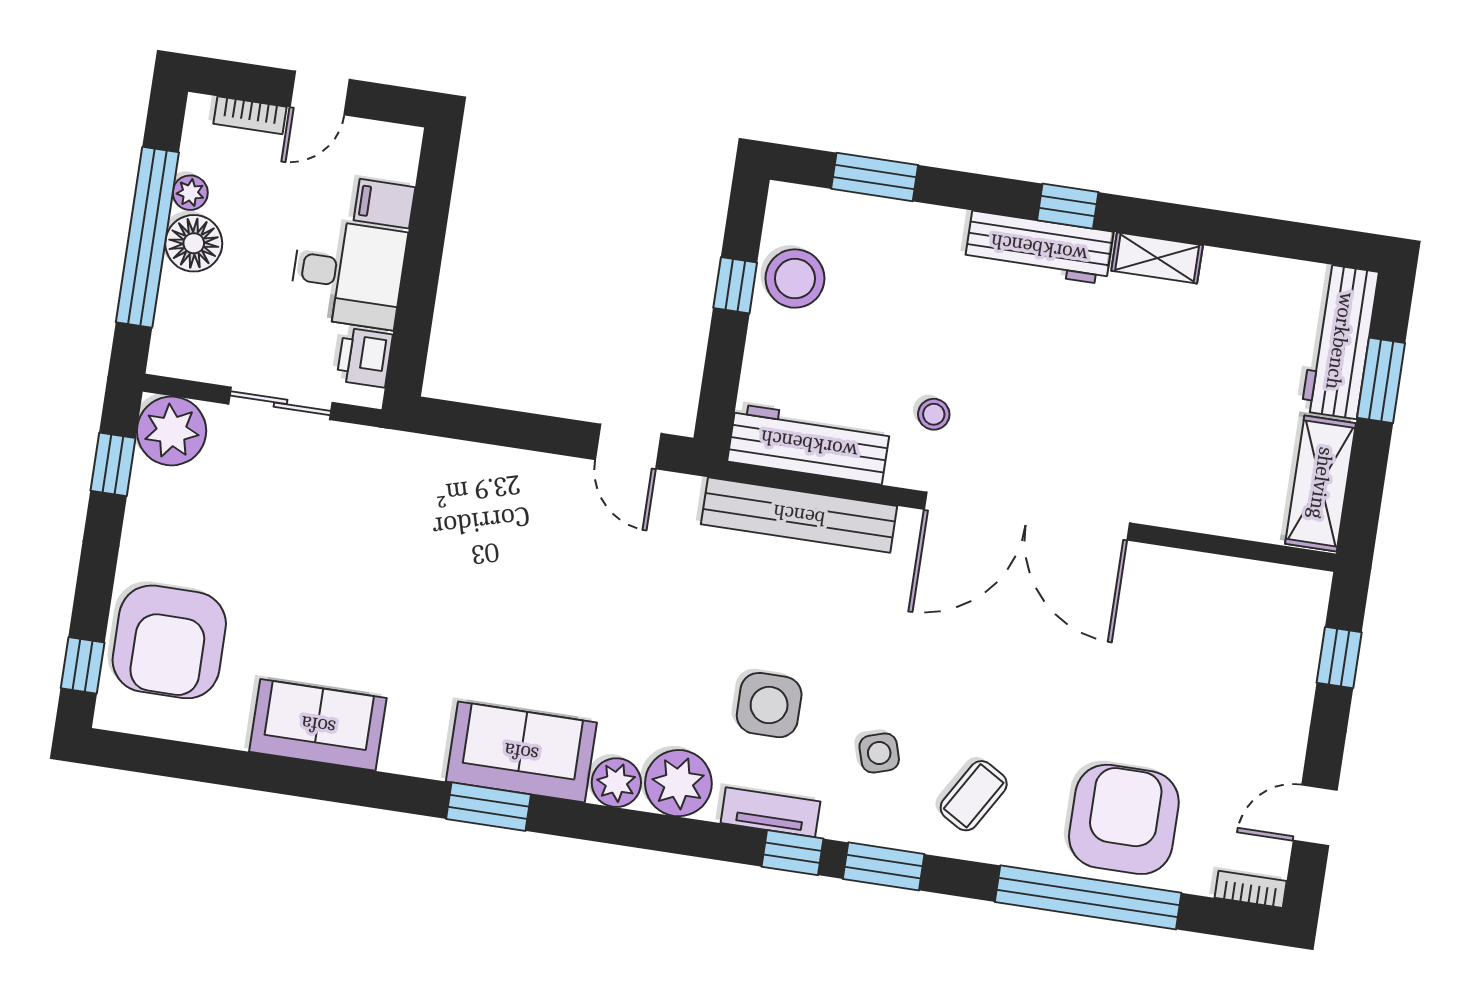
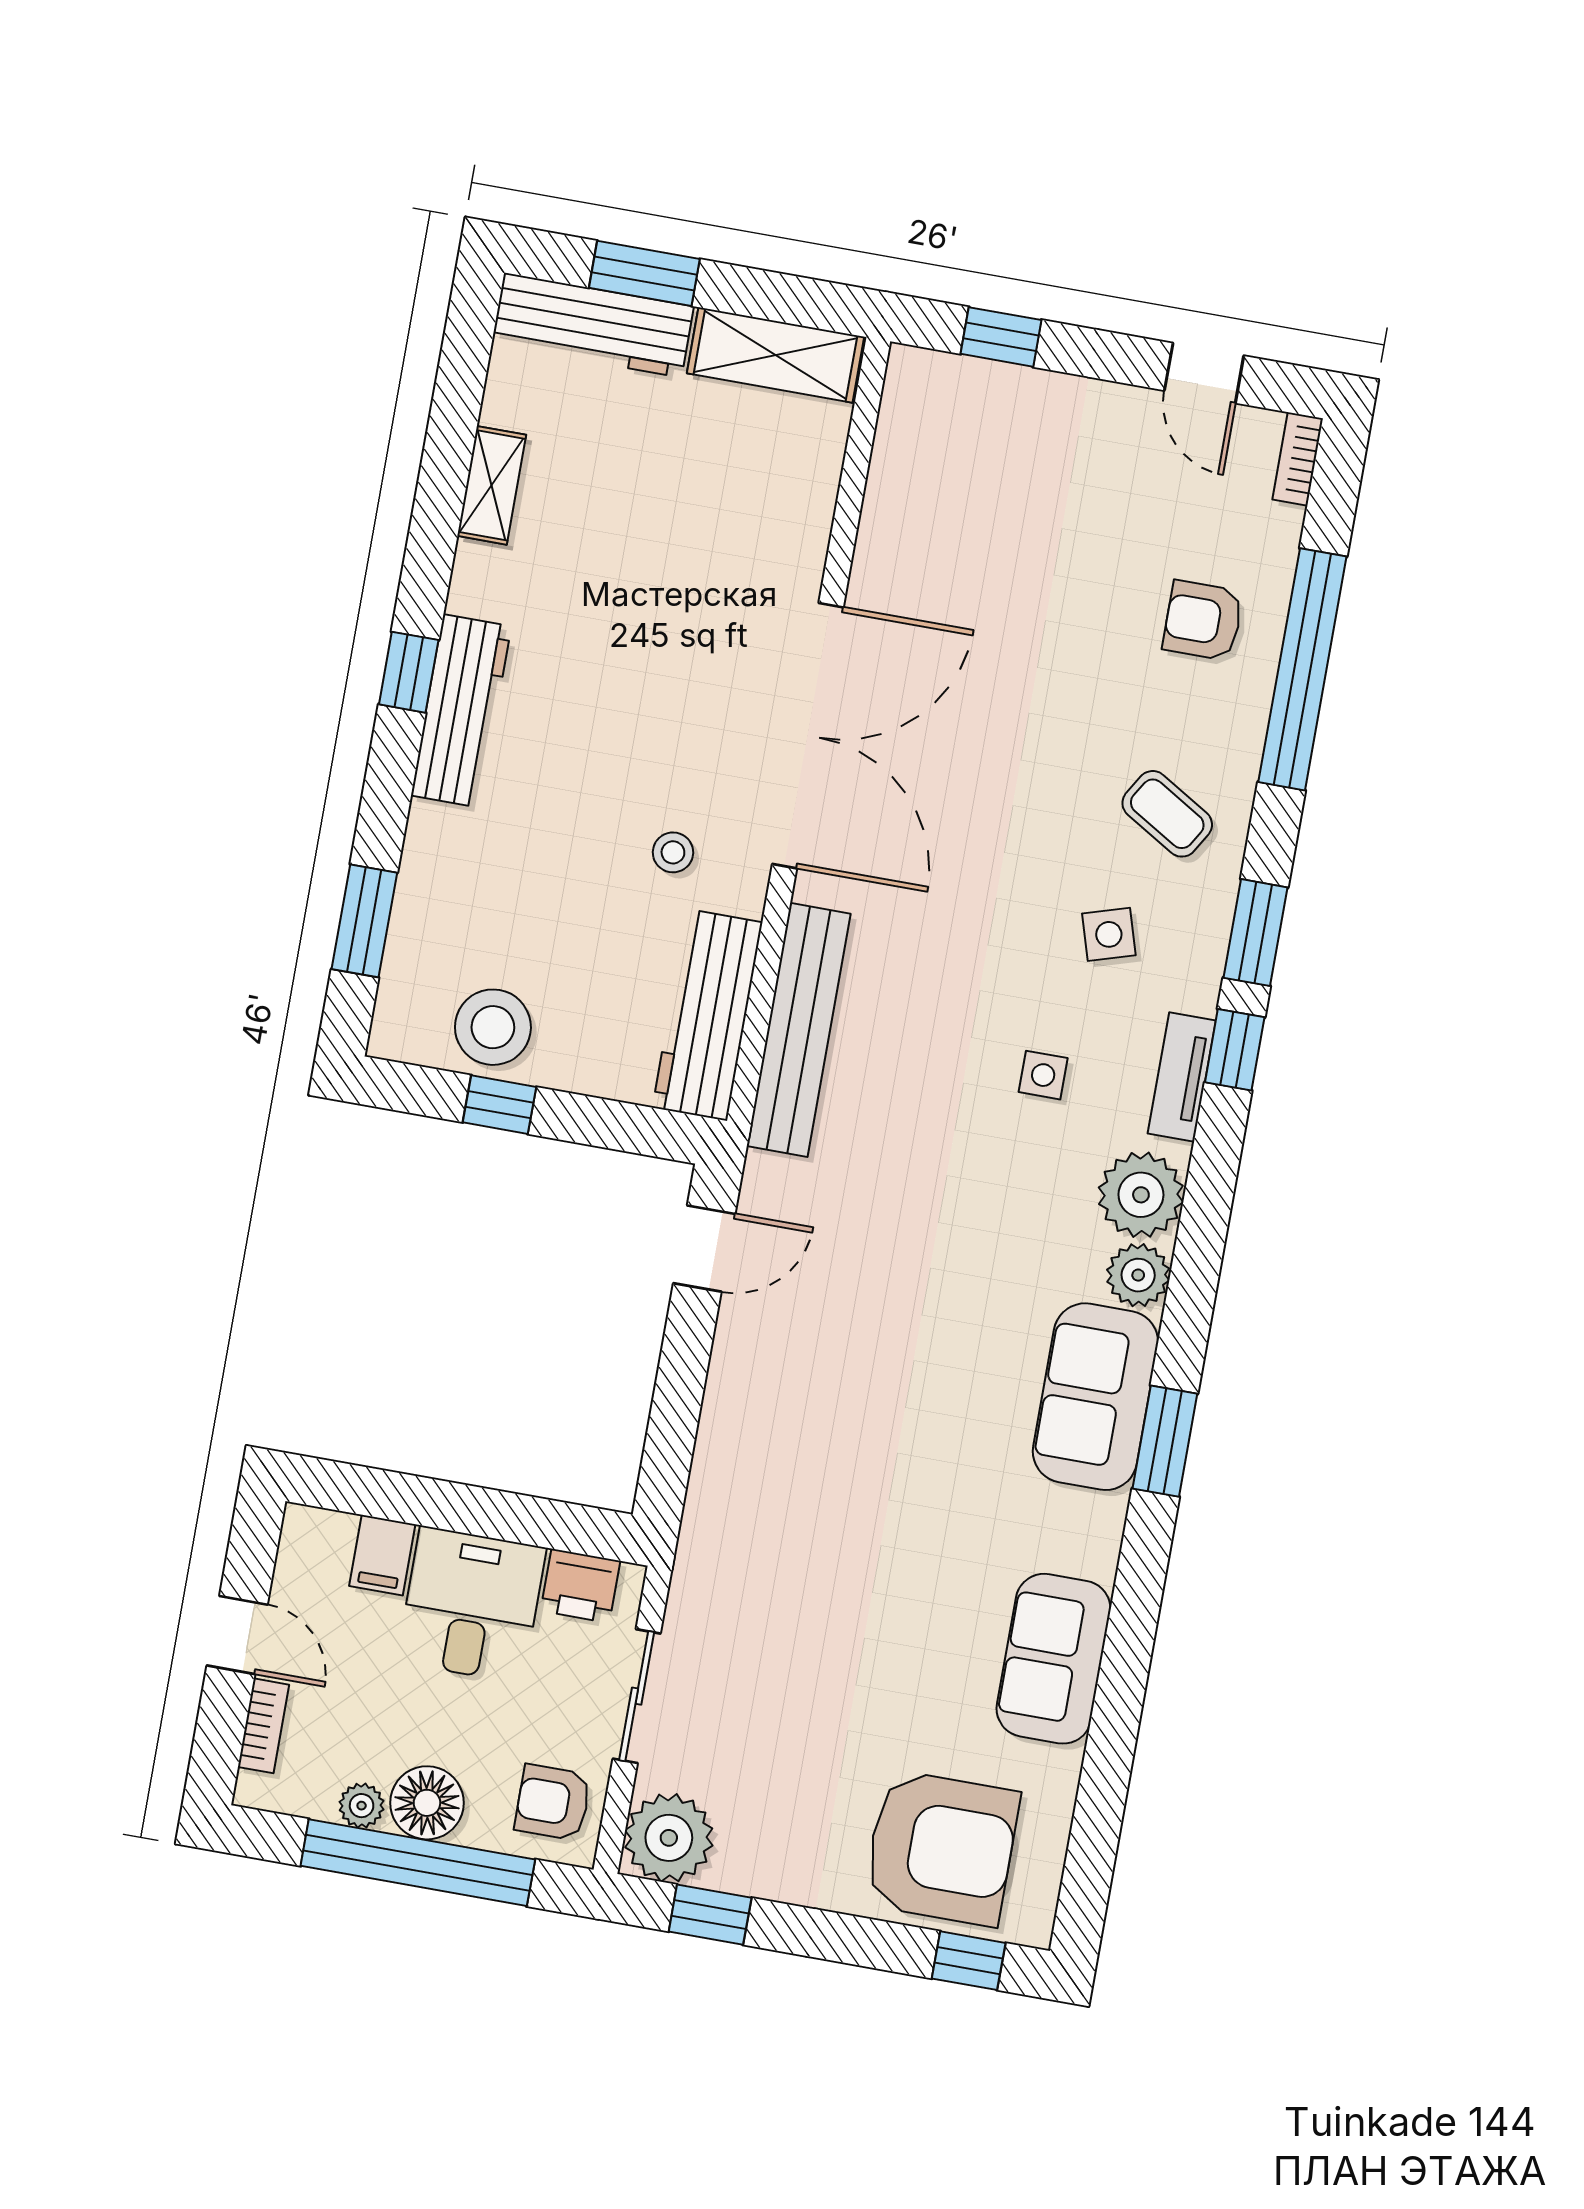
shelving: (1157, 258) -> (492, 485), moved
armchair: (197, 341) -> (553, 1802), added
side table: (769, 705) -> (1043, 1075), width x0.54, depth x0.54
armchair: (1124, 819) -> (1203, 620), width x0.53, depth x0.53

